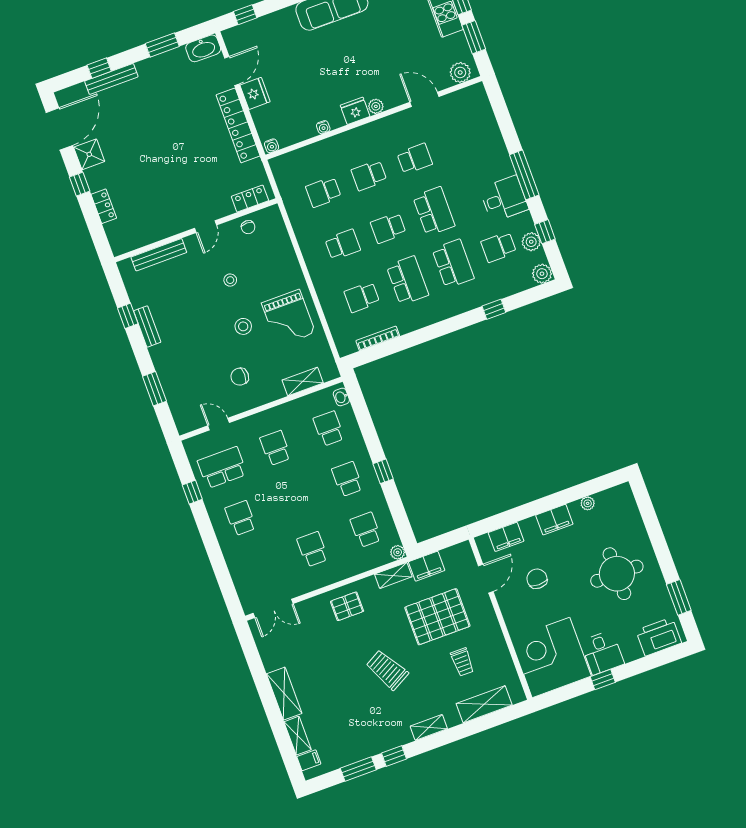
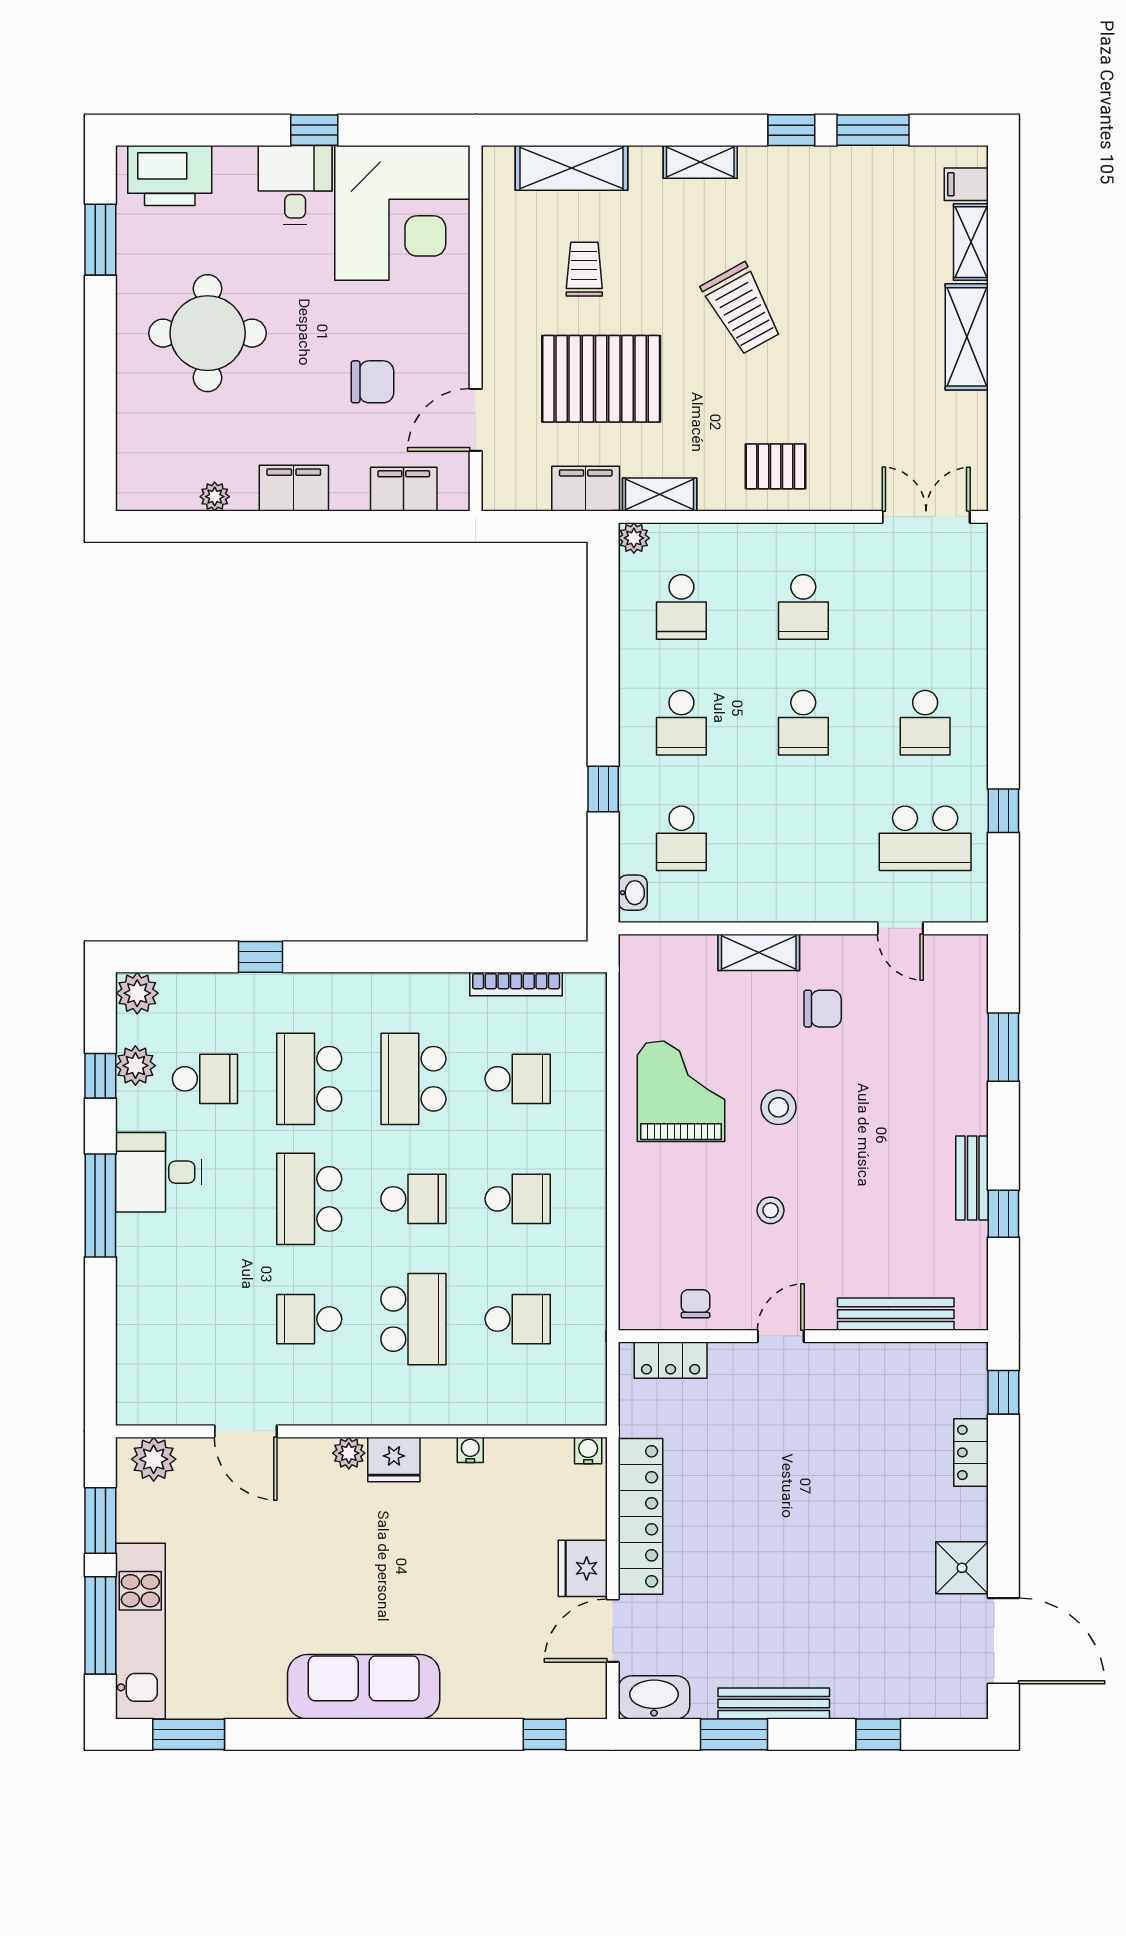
bench: (111, 79) -> (774, 1703), moved
door: (59, 129) -> (1003, 1641), swing flipped
school desk: (369, 175) -> (413, 1319), width x1.85
window: (80, 184) -> (1003, 1392), moved
school desk: (343, 245) -> (518, 1199), turned 180
shelving: (303, 381) -> (759, 952), moved
school desk: (275, 448) -> (803, 723), moved
window: (383, 471) -> (603, 789), moved
chair: (537, 579) -> (372, 382), turned -90

